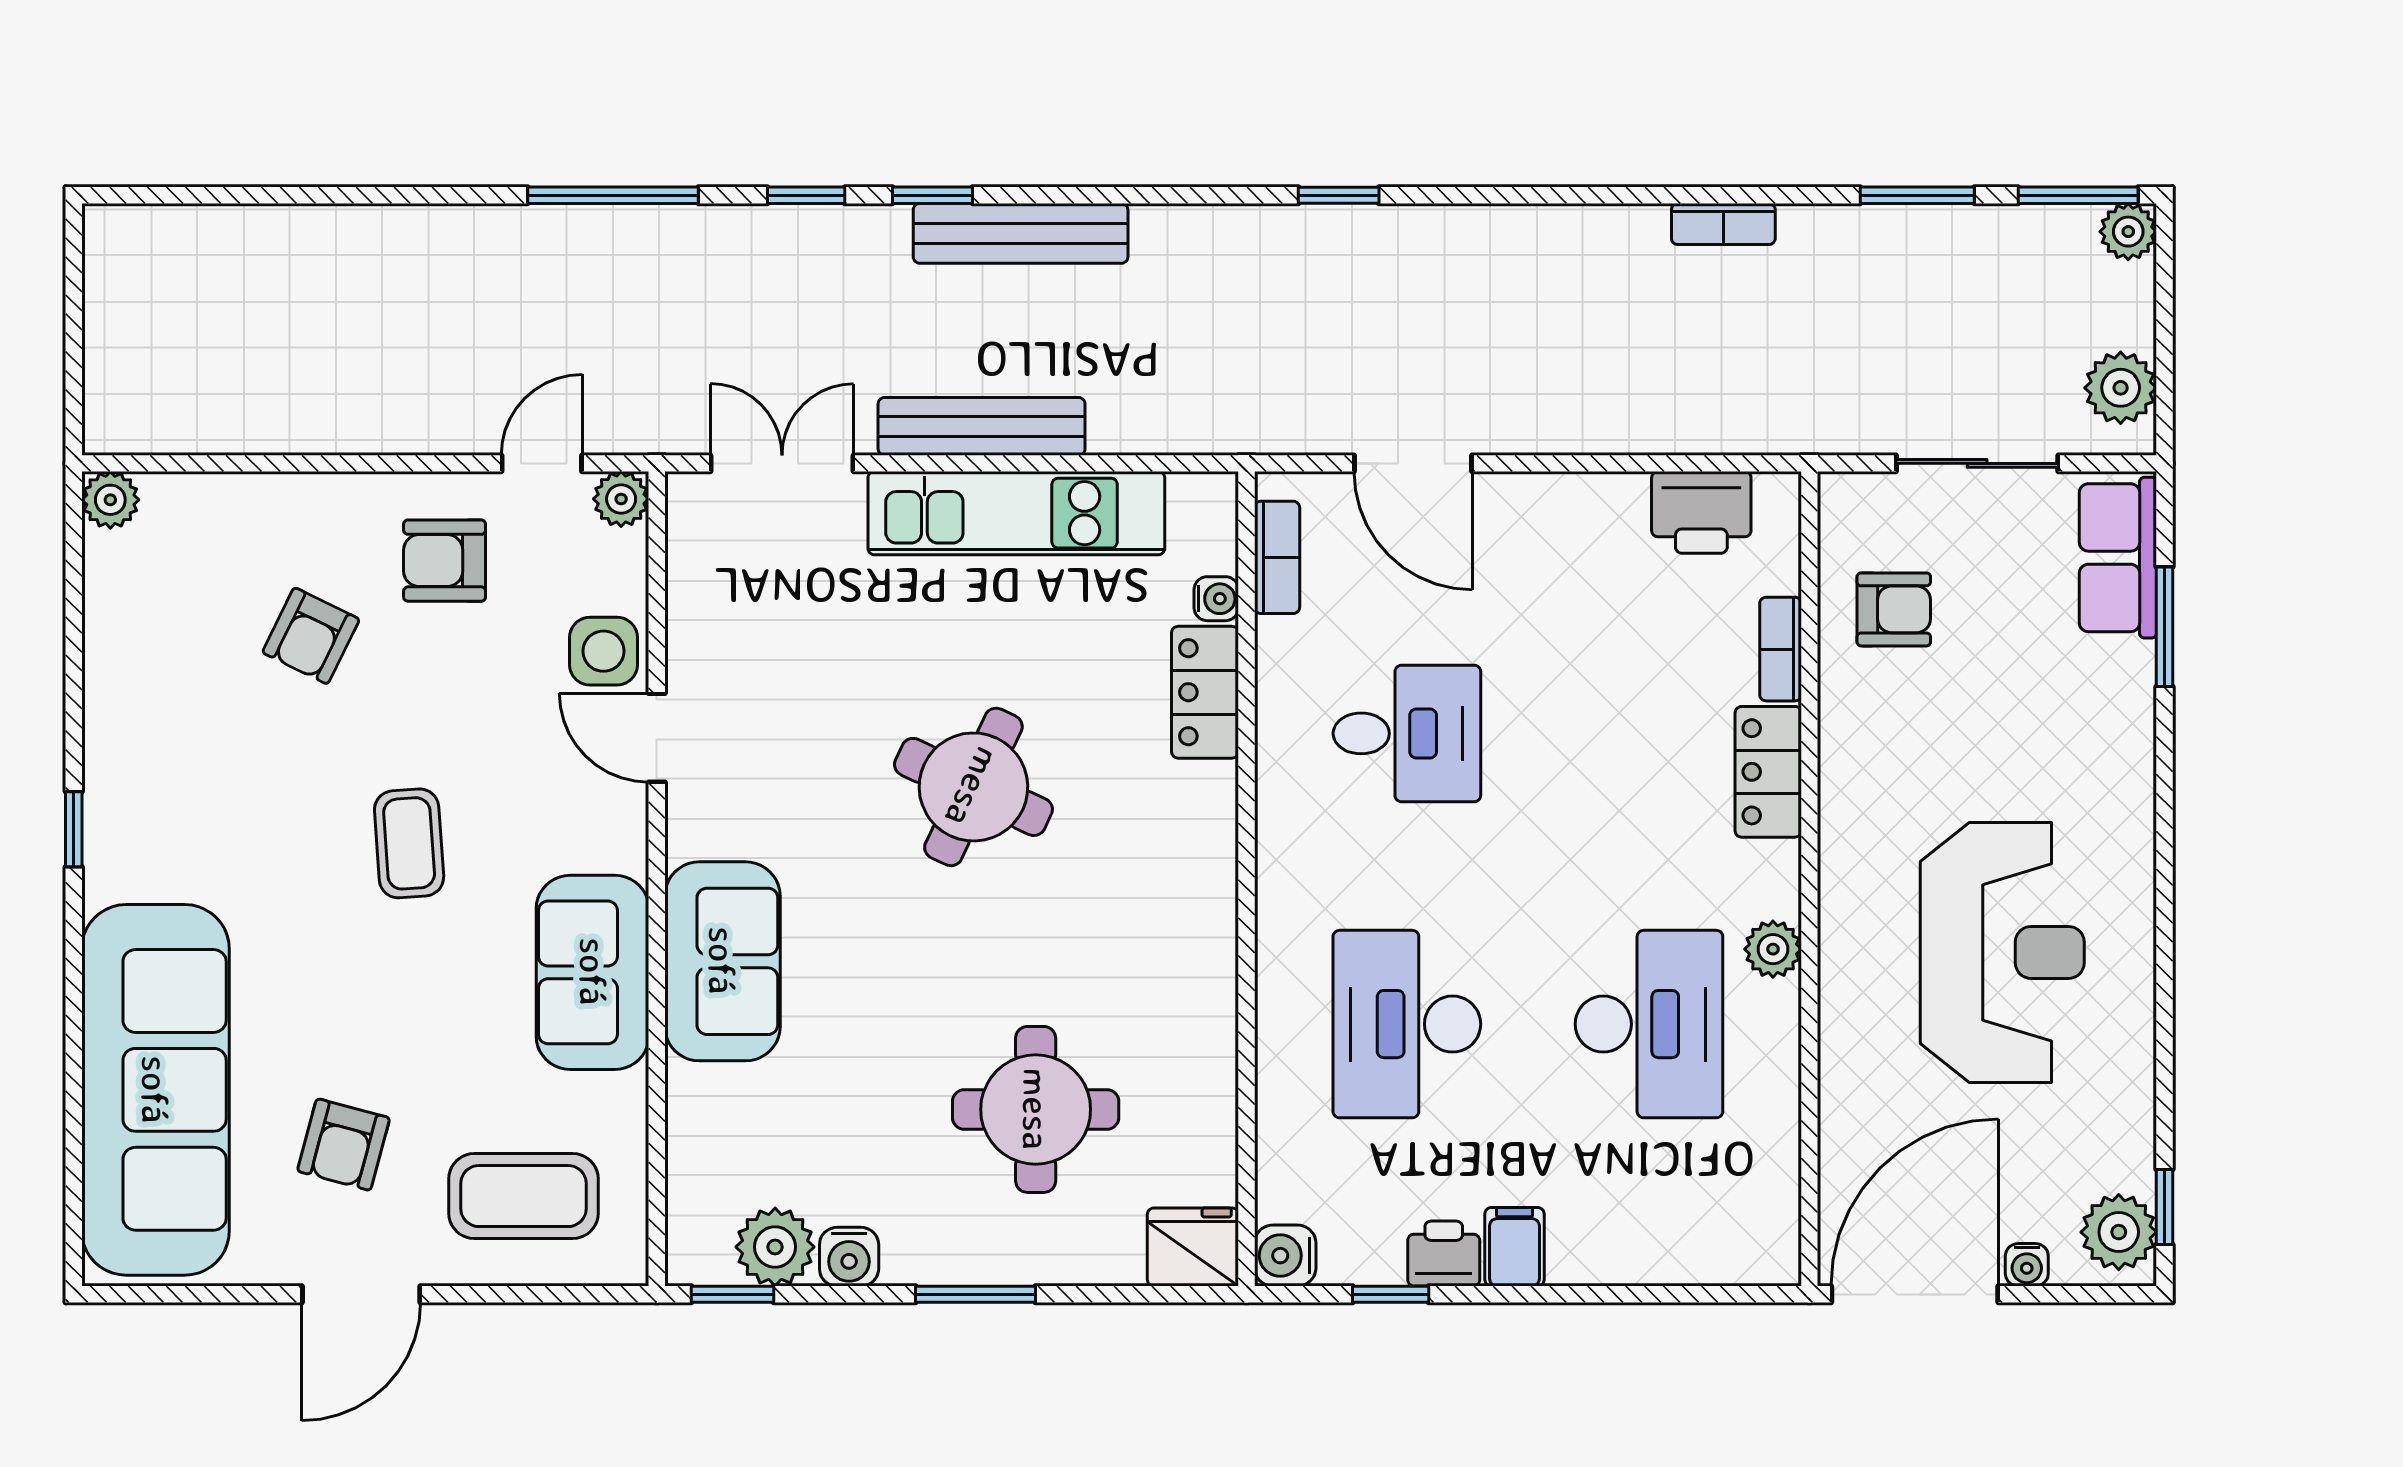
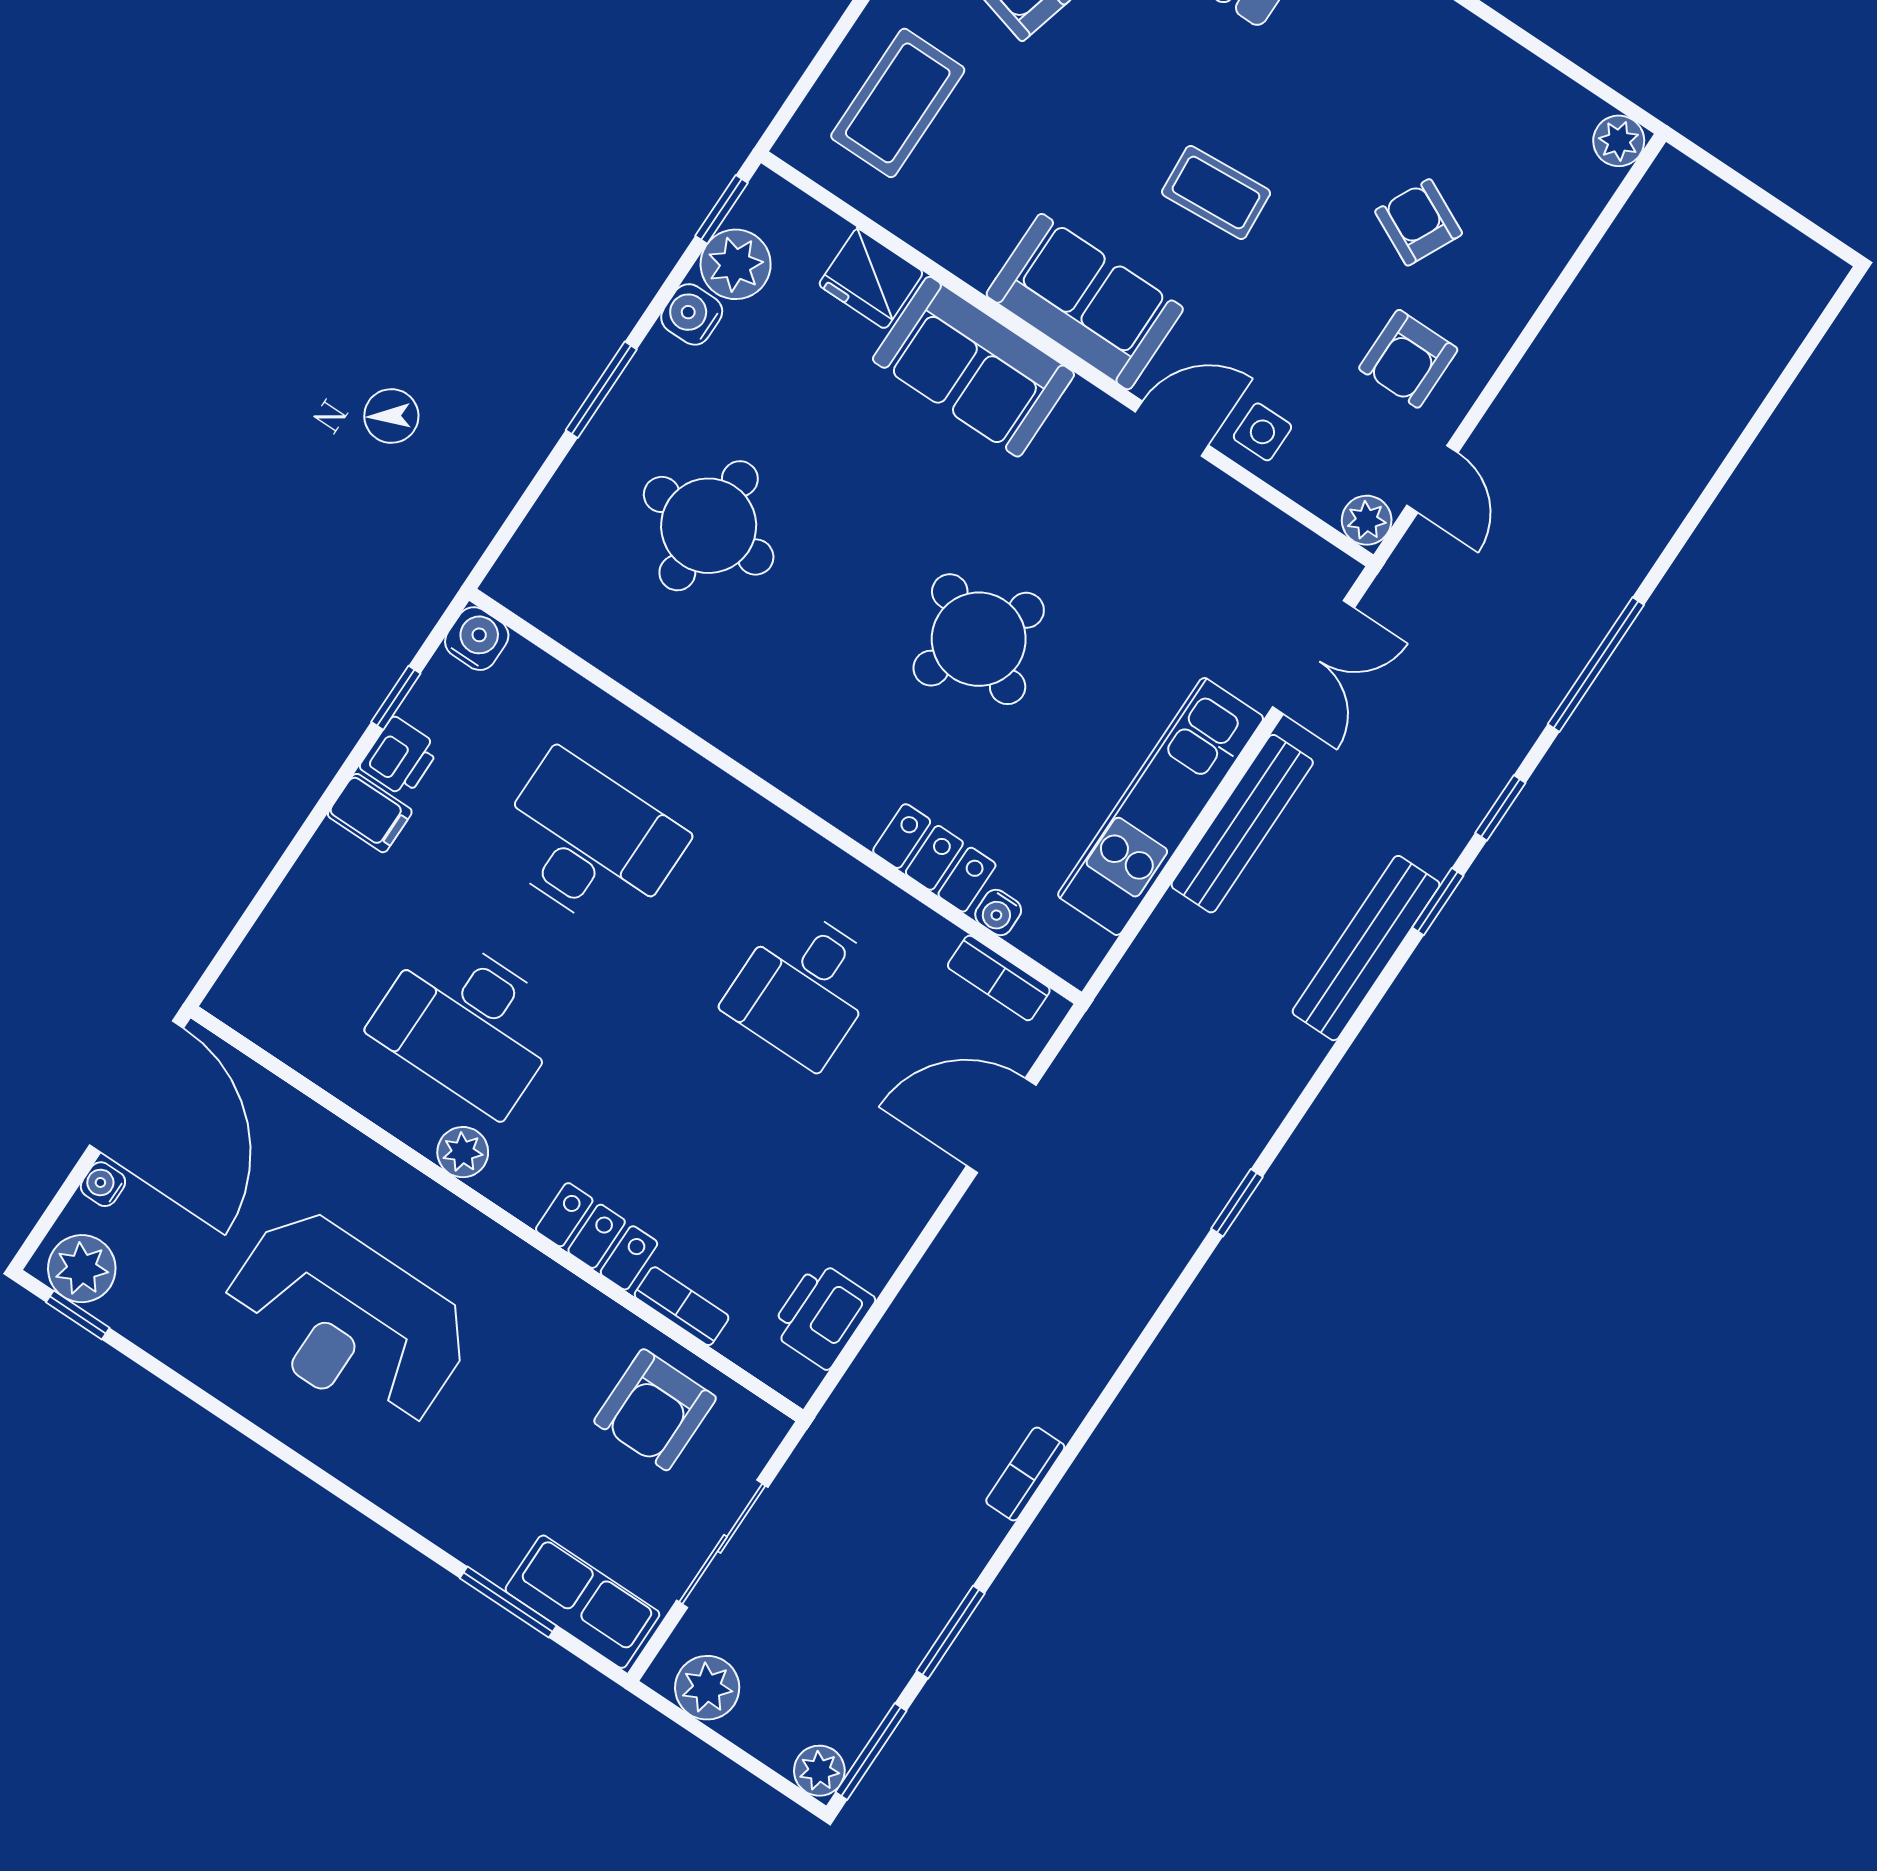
armchair: (445, 561) -> (1408, 359), turned 180
armchair: (1894, 609) -> (655, 1410), width x1.38, depth x1.38
side table: (603, 651) -> (1262, 432), width x0.73, depth x0.73
sofa: (593, 972) -> (1085, 302), moved
fridge: (1193, 1247) -> (871, 279), moved, turned 90

